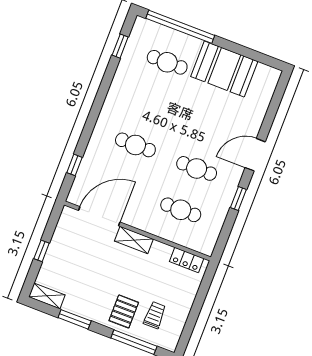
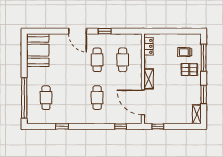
window: (120, 46) -> (62, 126), moved
booth: (224, 69) -> (38, 50), moved
window: (42, 251) -> (158, 126), moved

